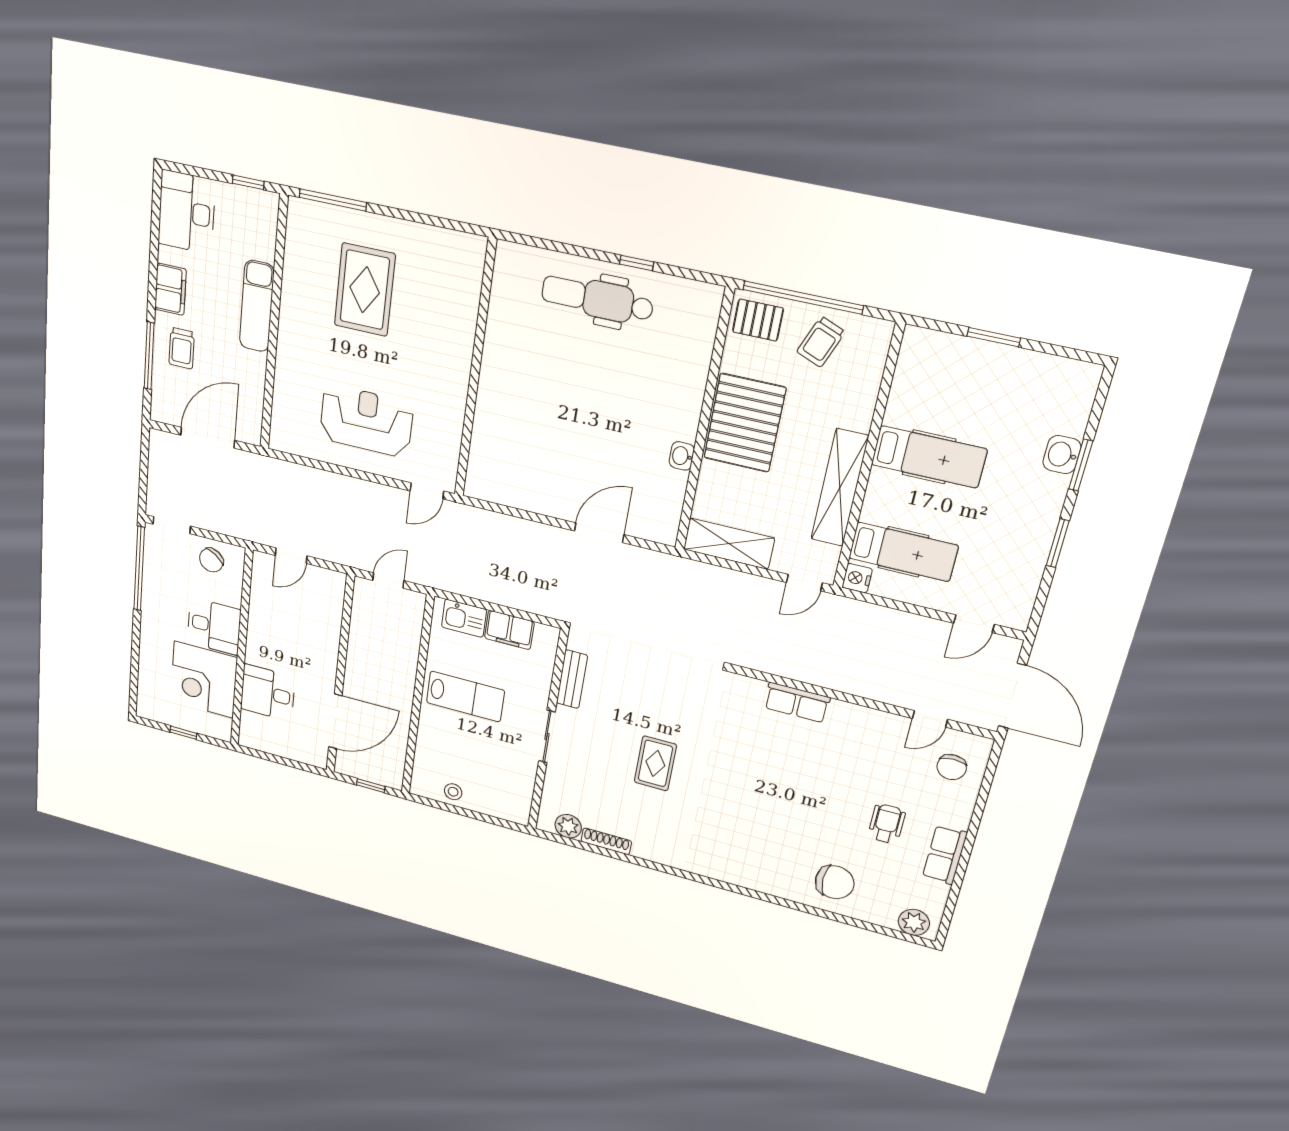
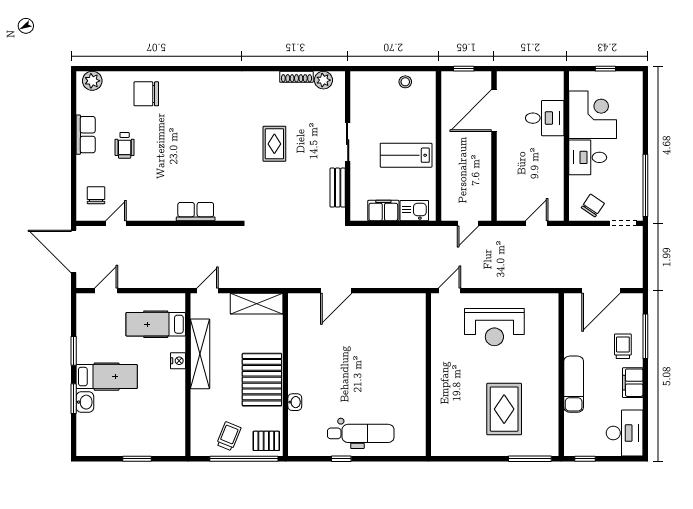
washbasin: (682, 456) -> (295, 402), moved
hospital bed: (929, 457) -> (107, 377), moved, turned 180
nightstand: (857, 578) -> (178, 361), moved

